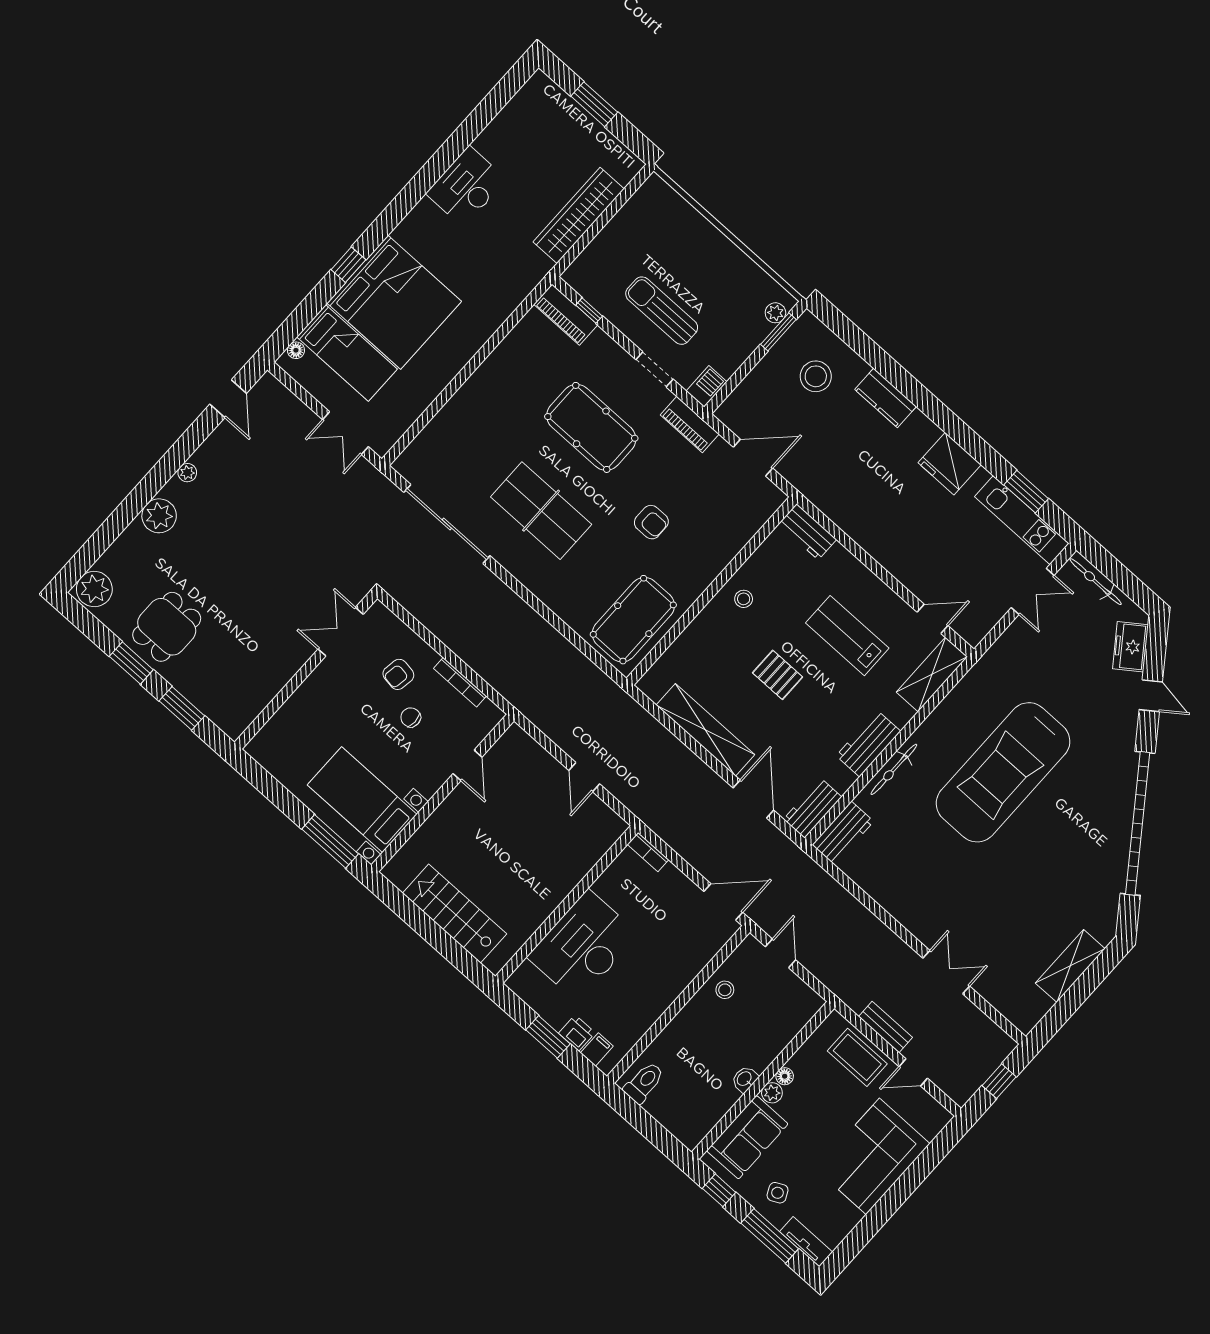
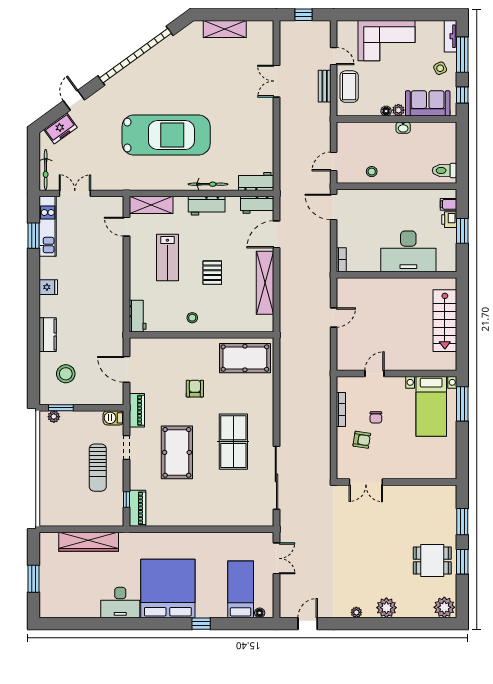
bed: (394, 302) -> (168, 589), moved
fridge: (950, 464) -> (48, 287), width x0.53, depth x0.75

